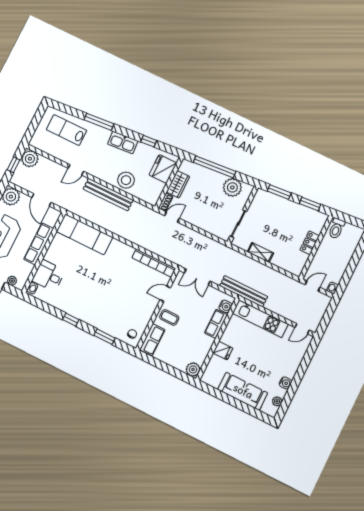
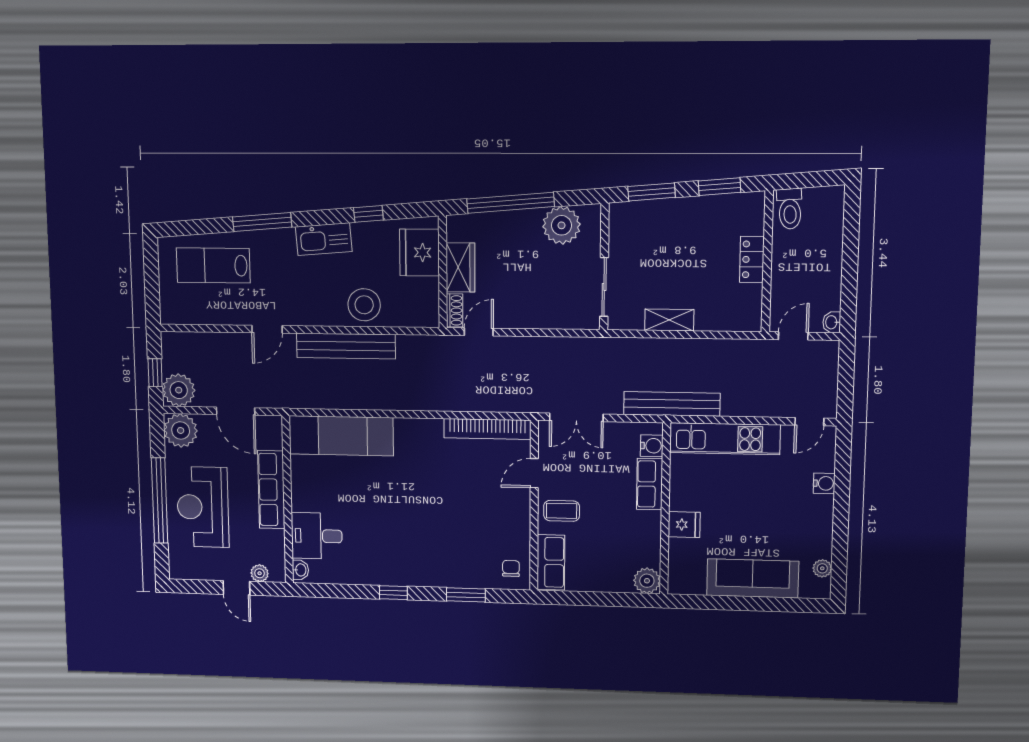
plant: (30, 159) -> (179, 390), moved
water cooler: (285, 383) -> (824, 483), moved

